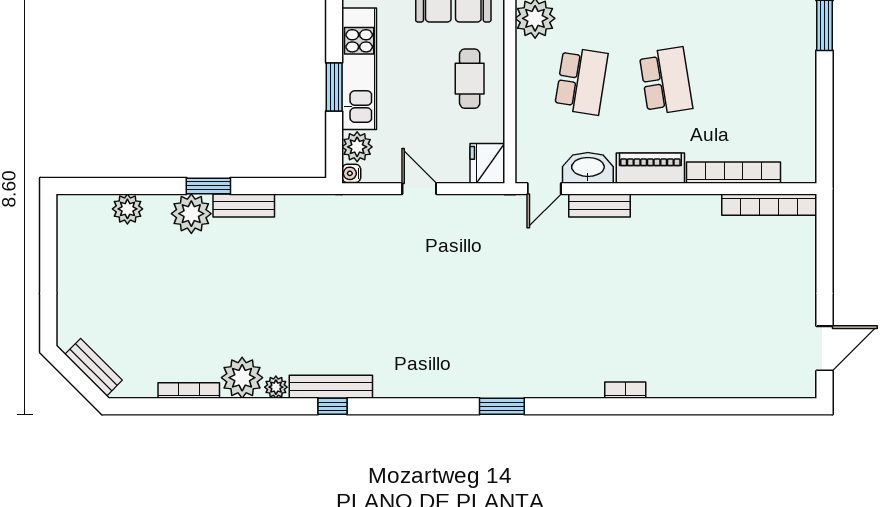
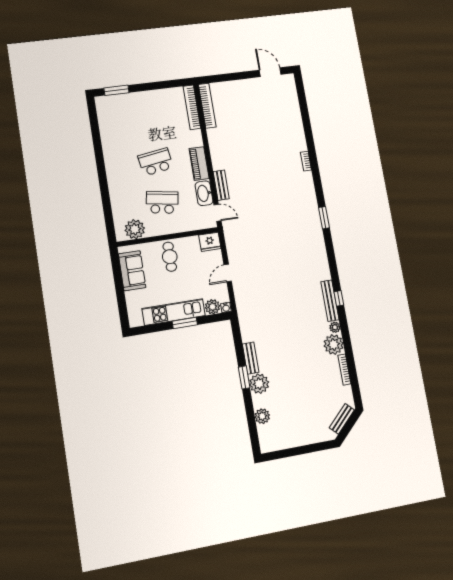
cafe table: (470, 79) -> (170, 257), turned 90
bookcase: (733, 173) -> (192, 107), moved

